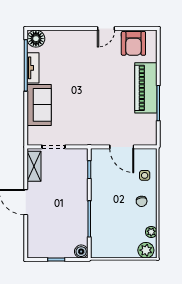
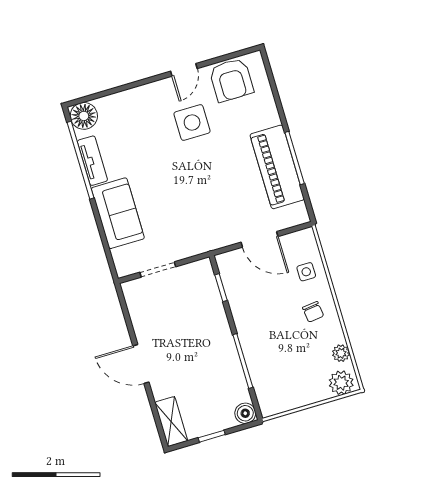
side table: (101, 62) -> (192, 123), added
piano: (146, 88) -> (277, 167), moved
shelving: (34, 166) -> (171, 422), moved

